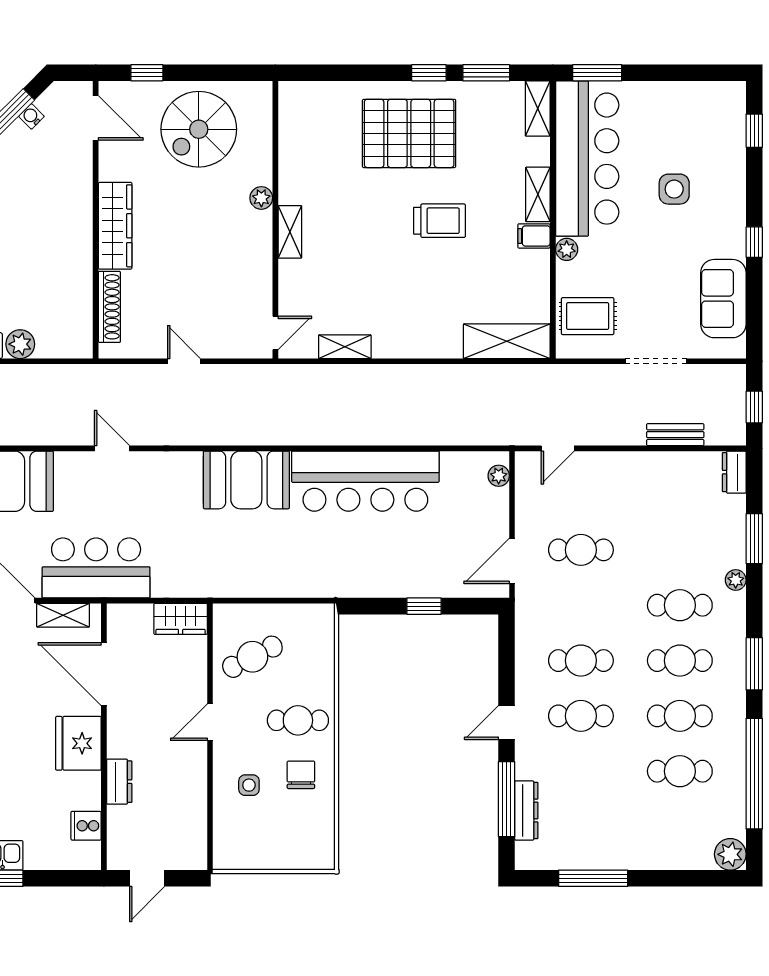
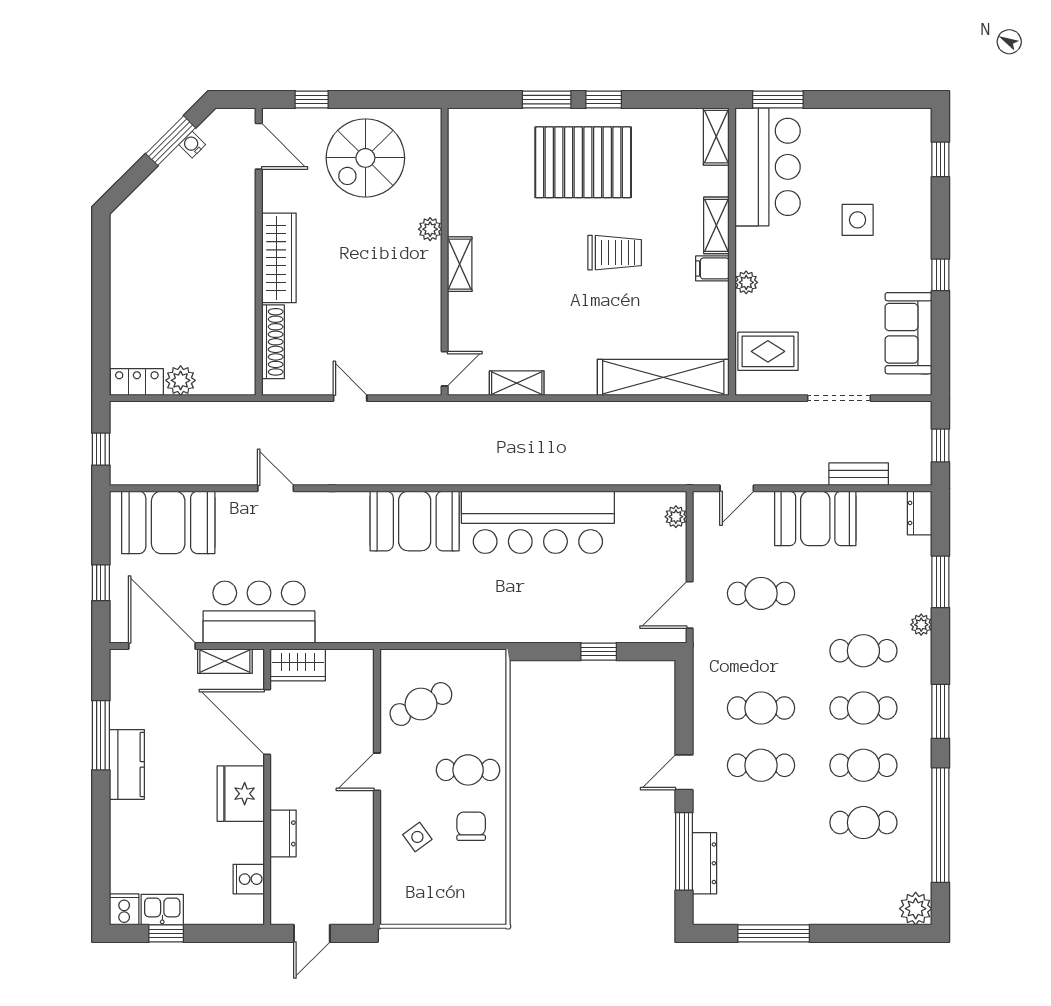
window: (486, 73) -> (547, 100), moved
bar counter: (587, 159) -> (767, 167), width x0.73
shelving: (507, 341) -> (663, 377), width x1.47
booth: (633, 477) -> (815, 518), added
wardrobe: (181, 619) -> (298, 665), moved
side table: (249, 785) -> (417, 837), turned -36

